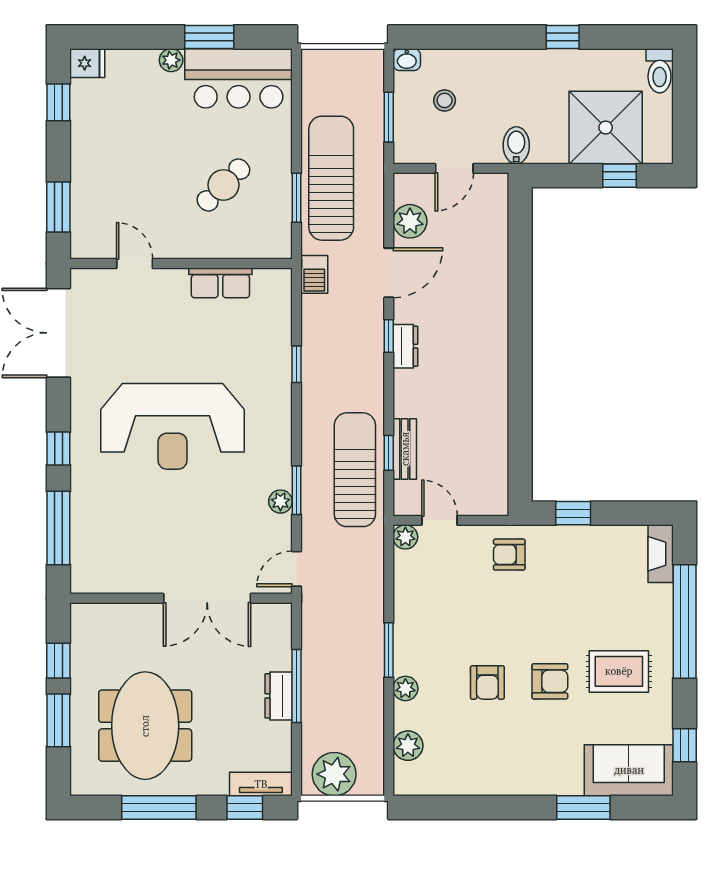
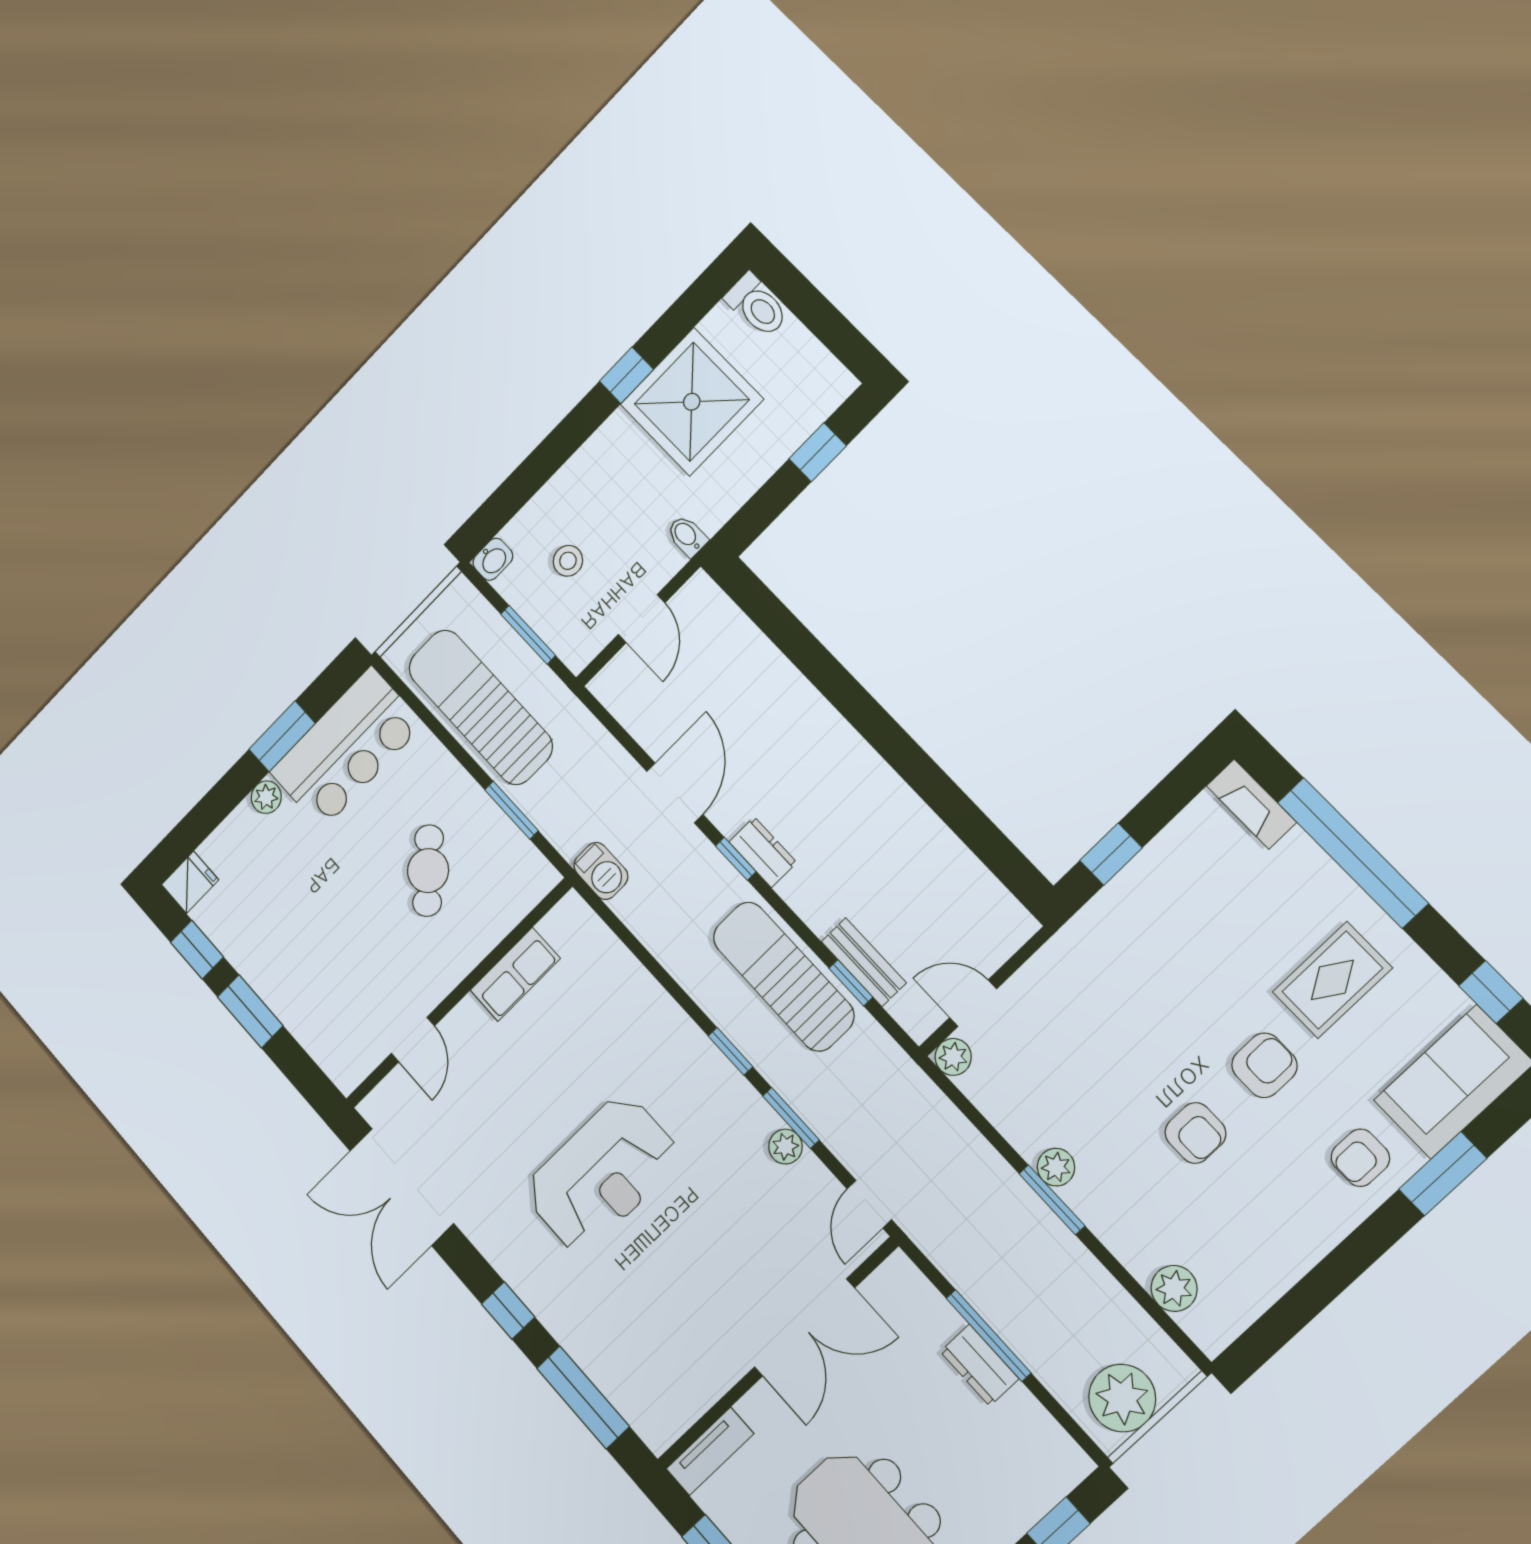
shower: (606, 128) -> (692, 402), moved
bidet: (516, 145) -> (687, 536), width x0.72, depth x0.74
sun lounger: (331, 178) -> (480, 707), moved
window: (58, 207) -> (250, 1011), moved
plant: (410, 221) -> (647, 718), removed
door: (135, 264) -> (413, 1040), swing flipped
window: (296, 364) -> (730, 1051), moved
reception desk: (173, 426) -> (602, 1174), width x0.74, depth x0.77
sun lounger: (355, 470) -> (783, 976), moved
armchair: (509, 555) -> (1360, 1158), moved
plant: (405, 688) -> (1056, 1167), moved
tv unit: (261, 784) -> (710, 1451), moved, turned 180

